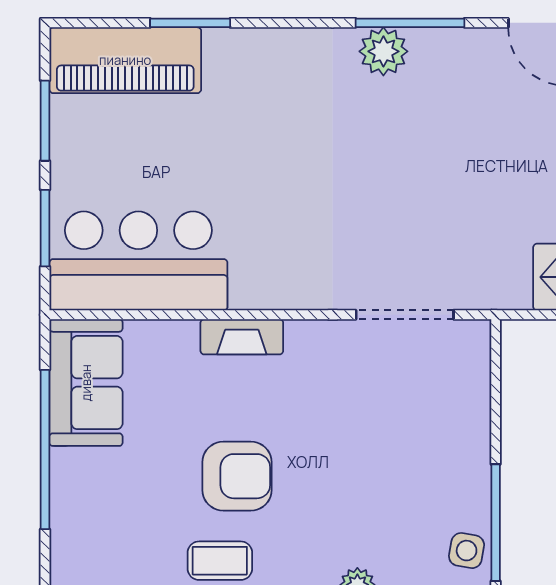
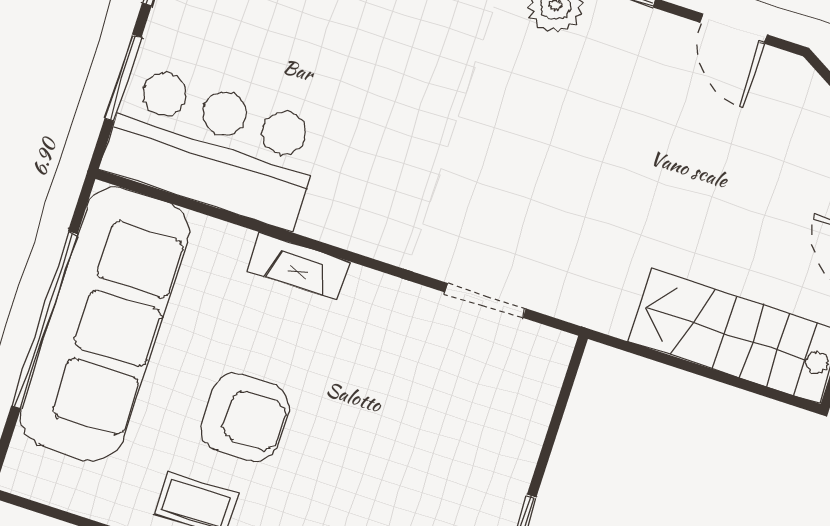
doorway: (405, 315) -> (485, 300), width x0.73
sofa: (86, 383) -> (105, 324), width x1.85, depth x1.27

